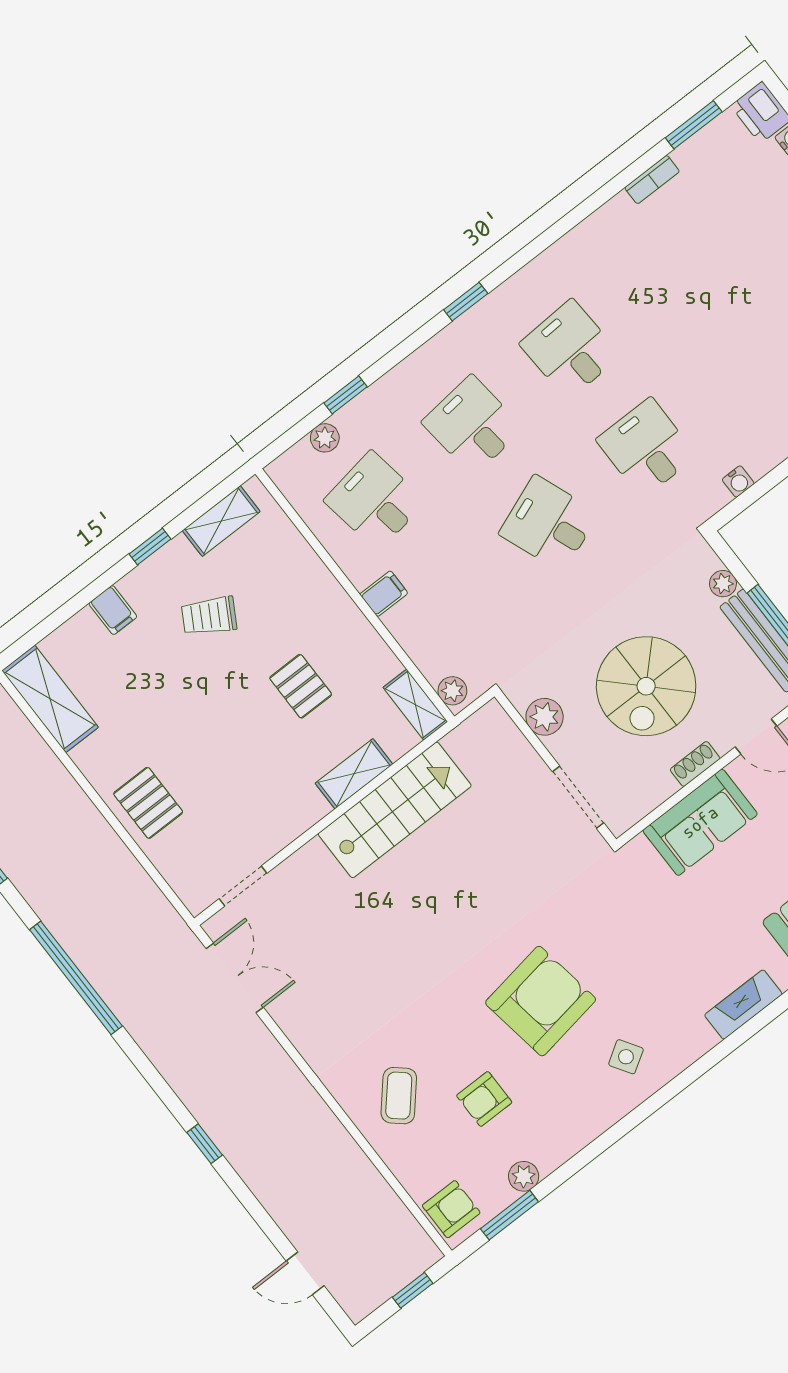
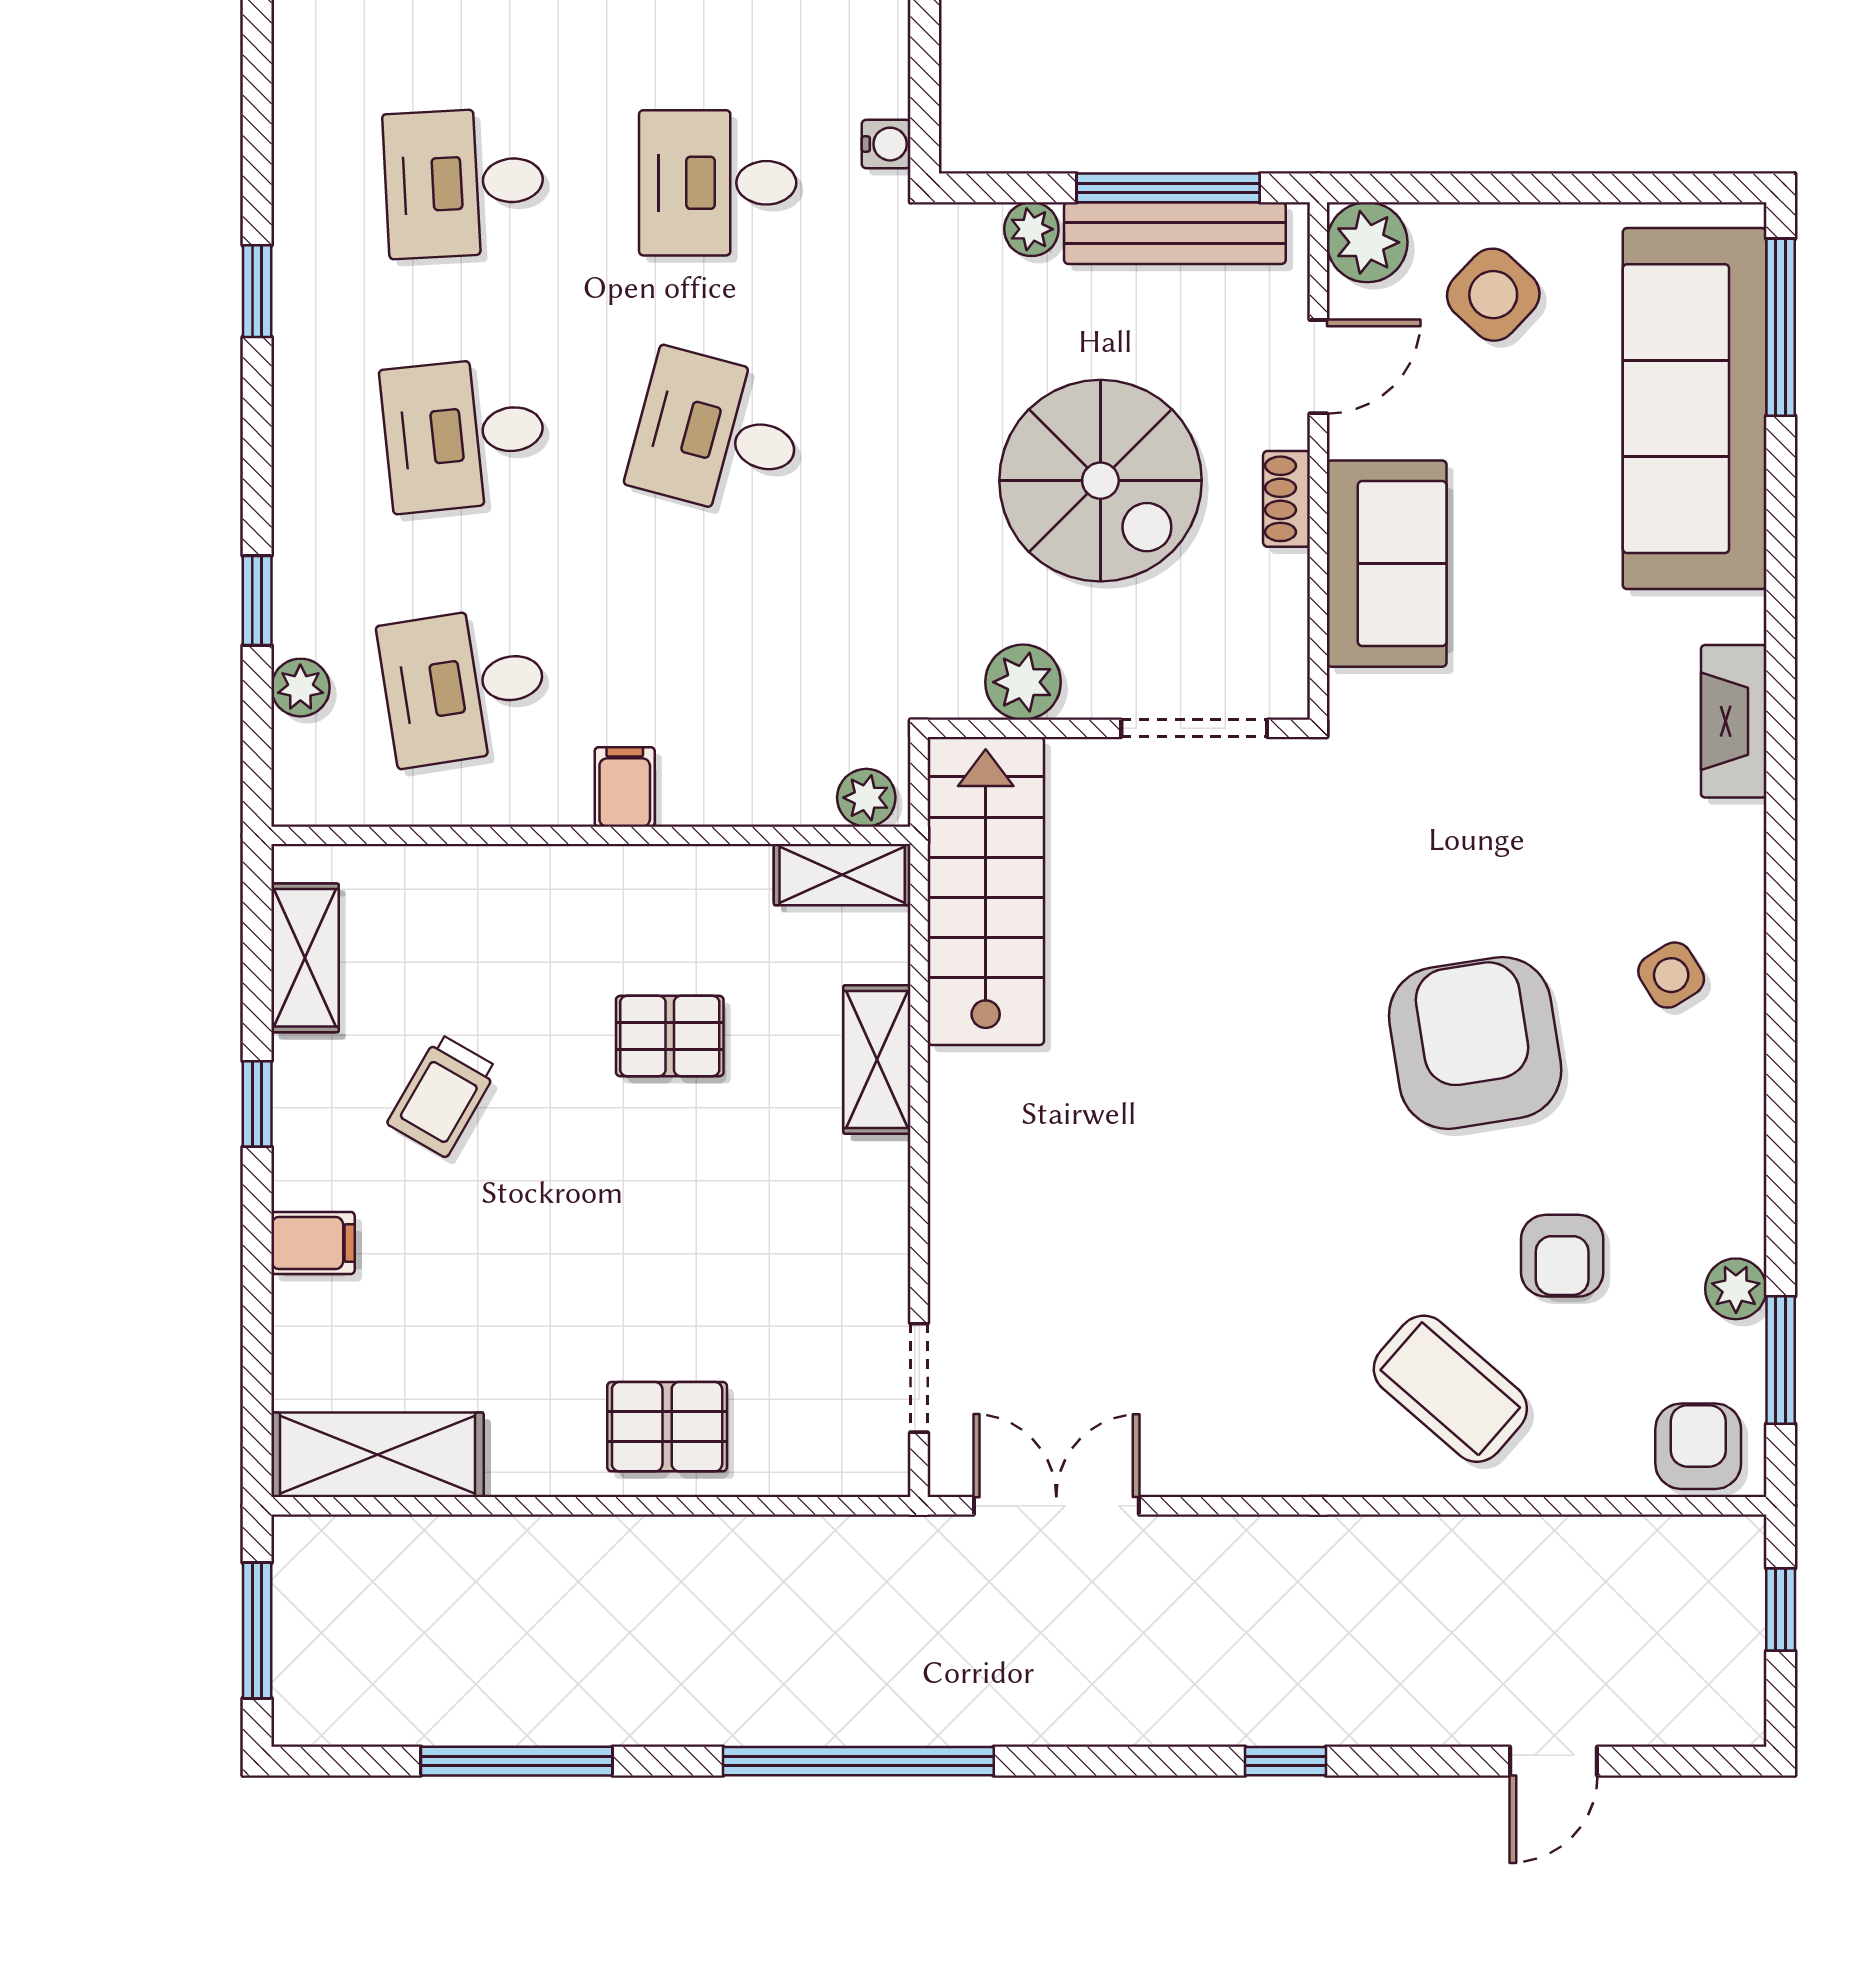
water cooler: (738, 481) -> (886, 144), moved
desk: (549, 524) -> (718, 434), turned 36
stairs: (395, 810) -> (986, 891), moved
coffee table: (399, 1096) -> (1450, 1389), width x1.36, depth x1.30
door: (305, 1273) -> (1554, 1761), moved

